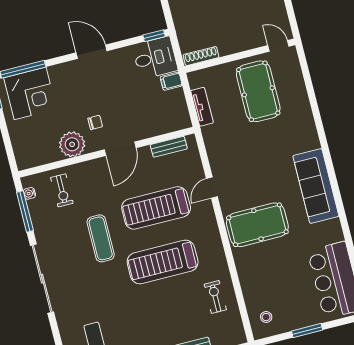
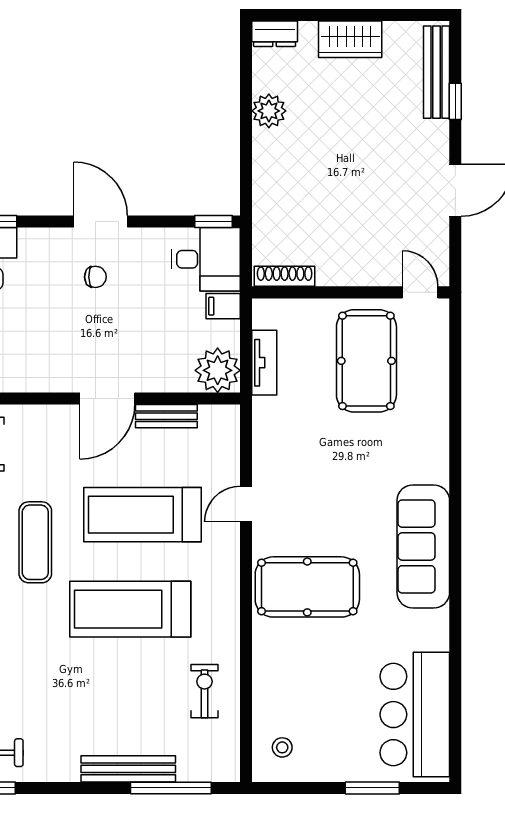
chair: (95, 122) -> (95, 277), moved
plant: (72, 144) -> (218, 370), moved
bench: (169, 147) -> (166, 416), moved
window: (307, 331) -> (372, 788), moved

